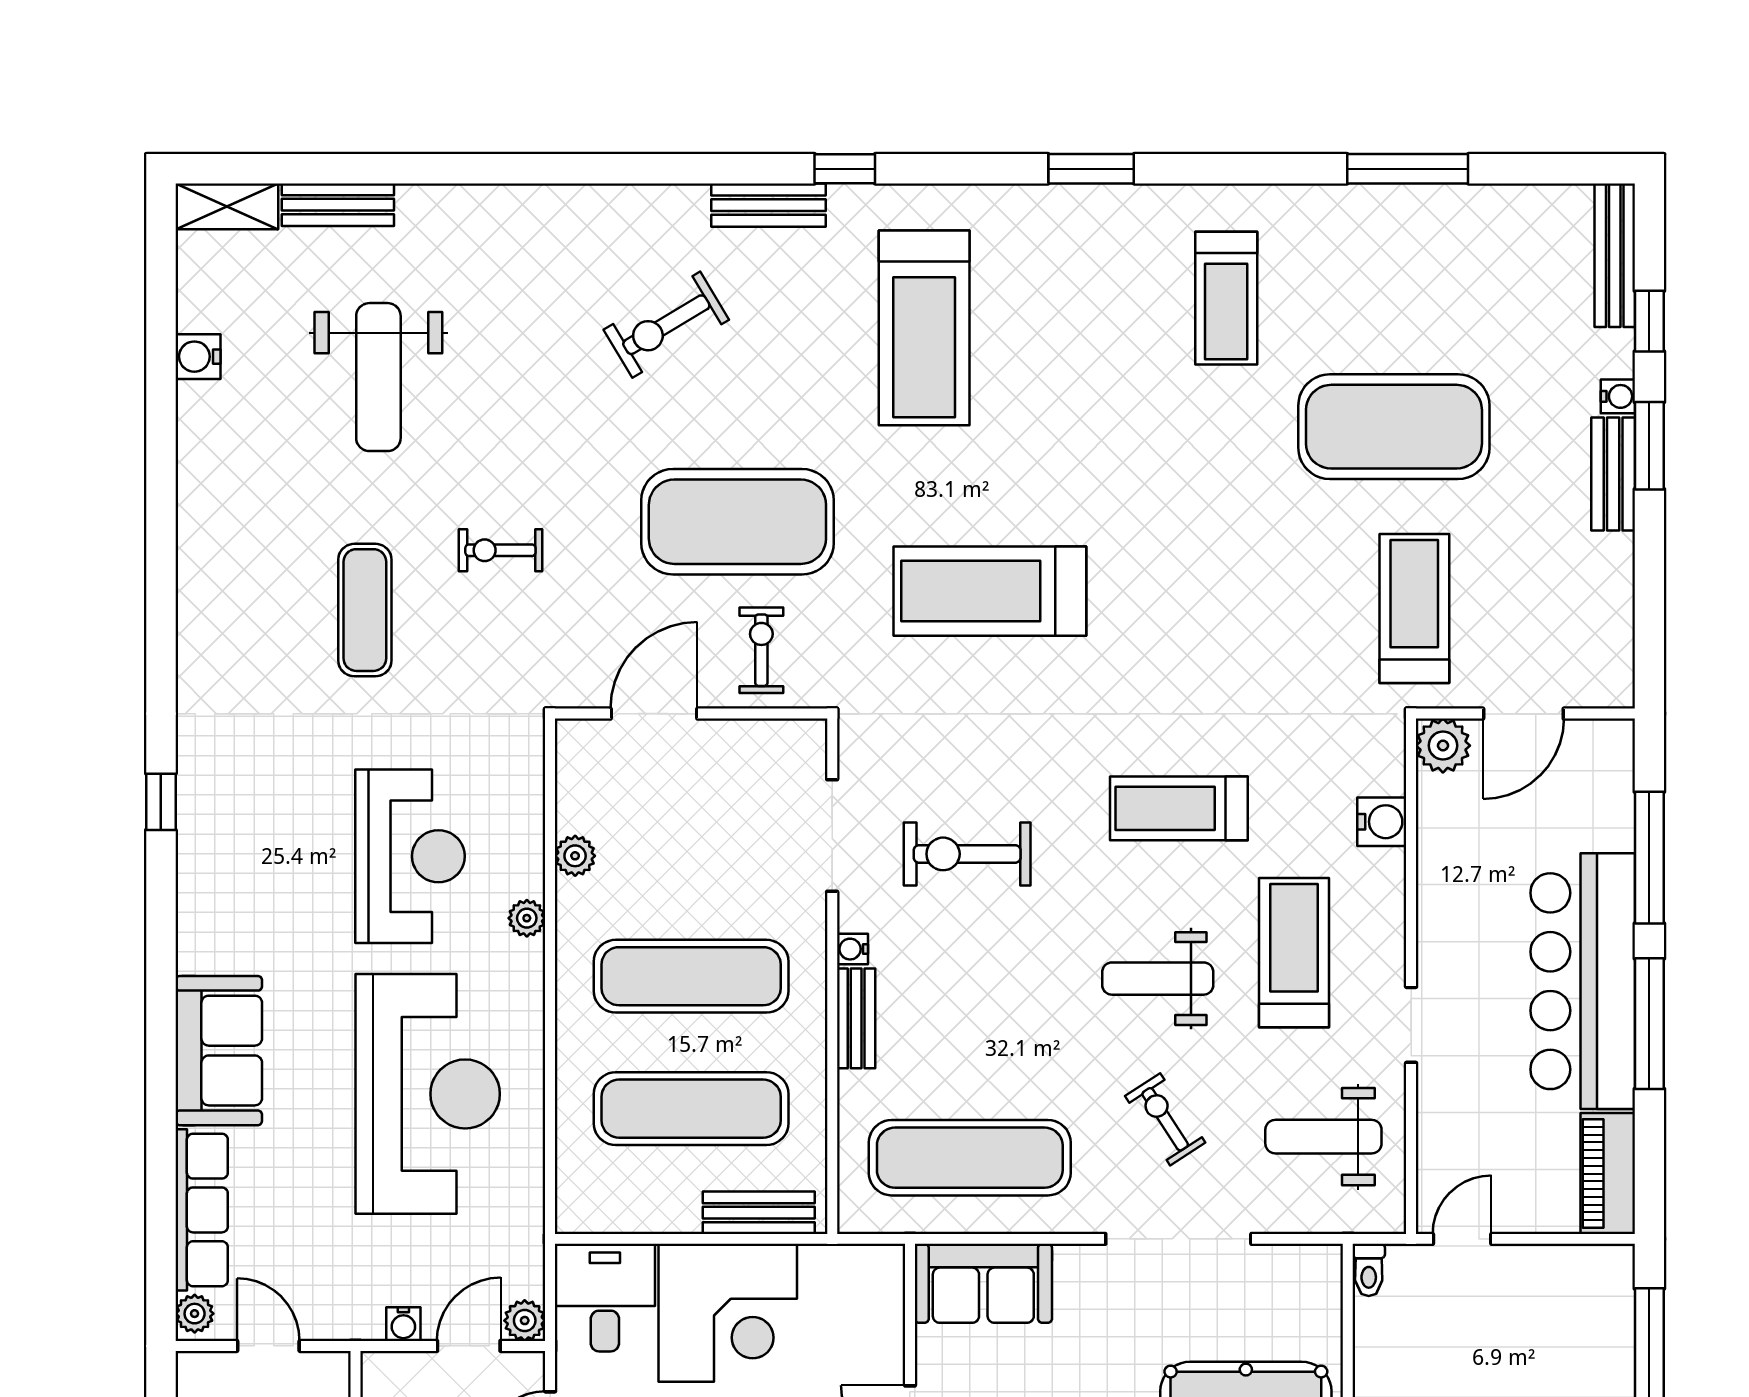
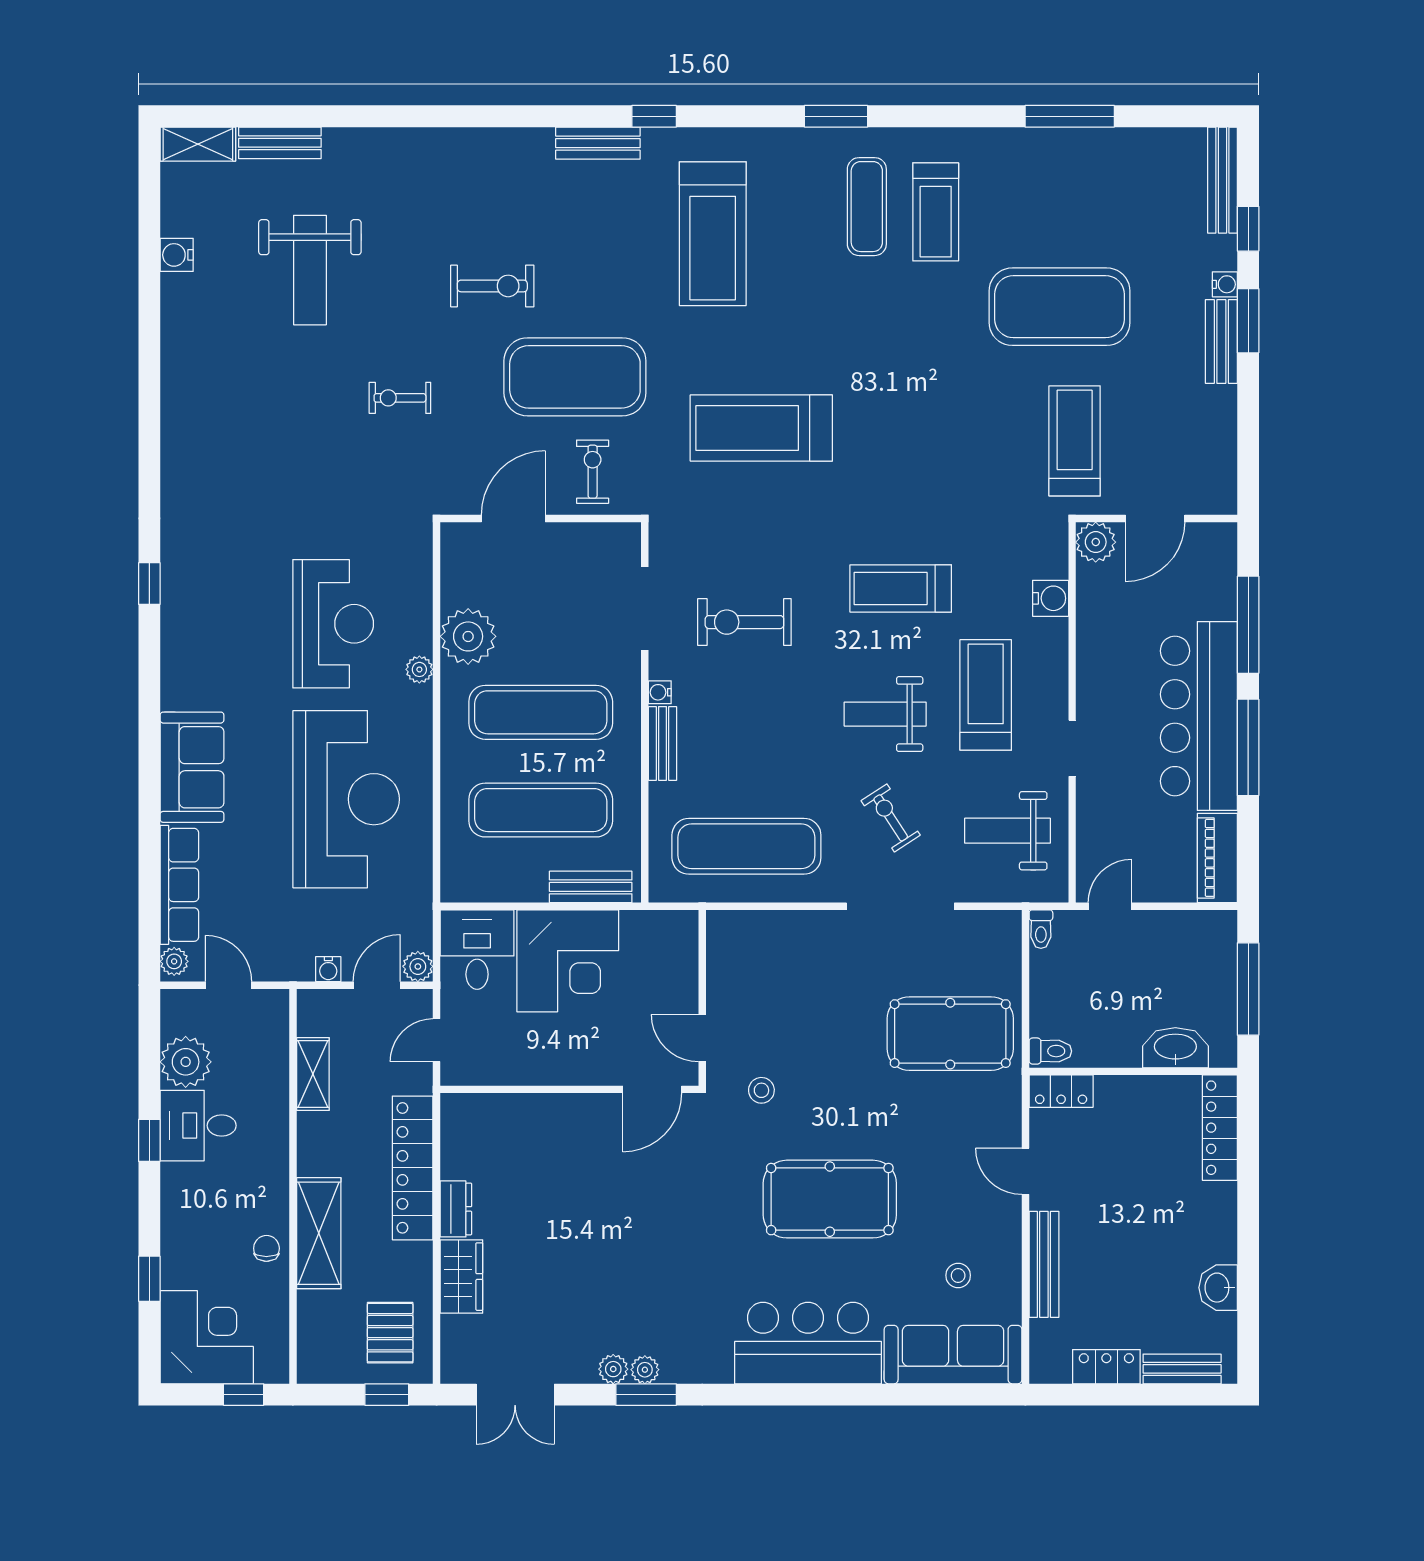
exercise bike: (666, 325) -> (492, 286), moved, turned -149
exercise mat: (365, 610) -> (867, 207), moved
plant: (575, 856) -> (468, 636), width x1.88, depth x1.88
sofa: (983, 1283) -> (756, 939), removed

